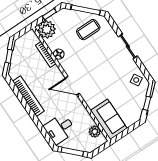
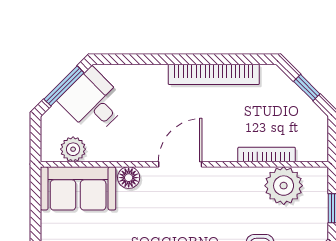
plant: (47, 29) -> (284, 186), moved
floor lamp: (59, 54) -> (129, 178), moved
desk: (60, 129) -> (93, 102), moved, turned -45

